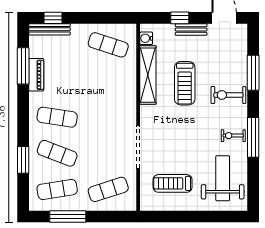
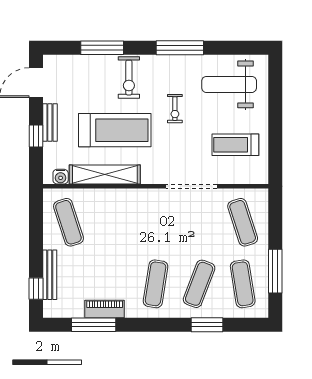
bench: (50, 29) -> (50, 275), moved
exercise mat: (108, 45) -> (68, 222), turned -36
treadmill: (185, 83) -> (115, 130), width x1.37, depth x1.38
exercise bike: (233, 136) -> (175, 109), moved
treadmill: (173, 183) -> (235, 145), turned 90

